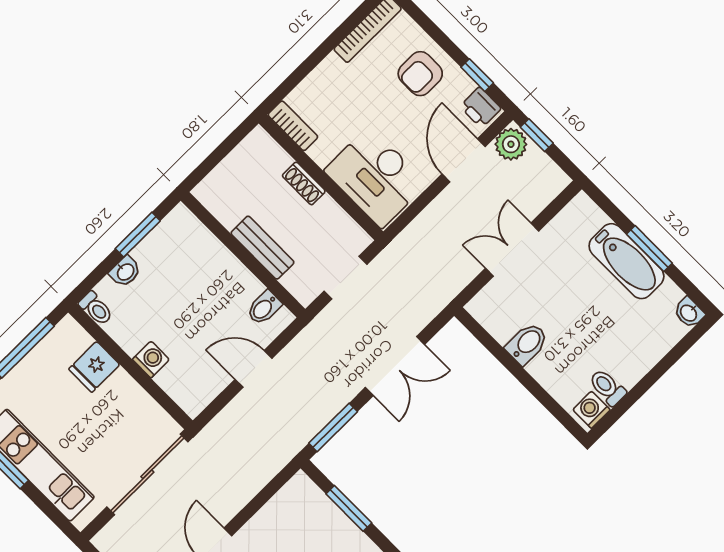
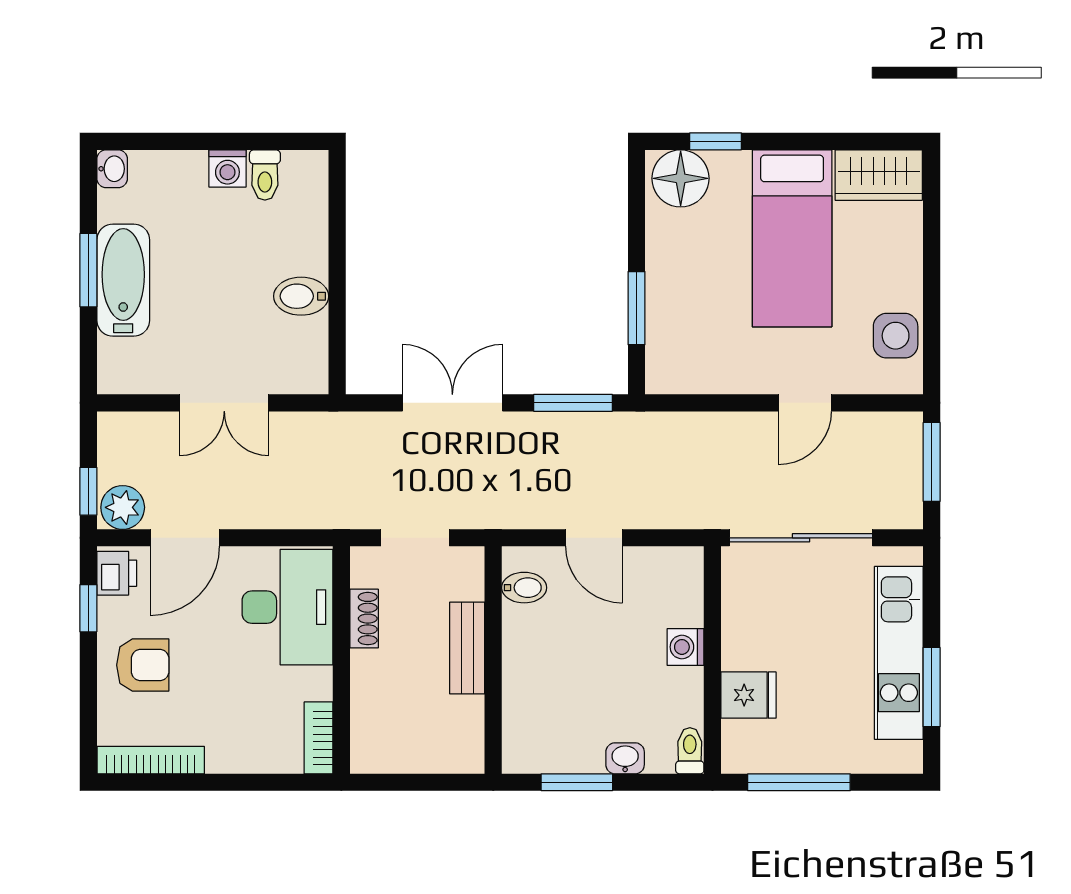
shoe rack: (304, 183) -> (364, 619), moved
washing machine: (591, 410) -> (227, 168), moved

